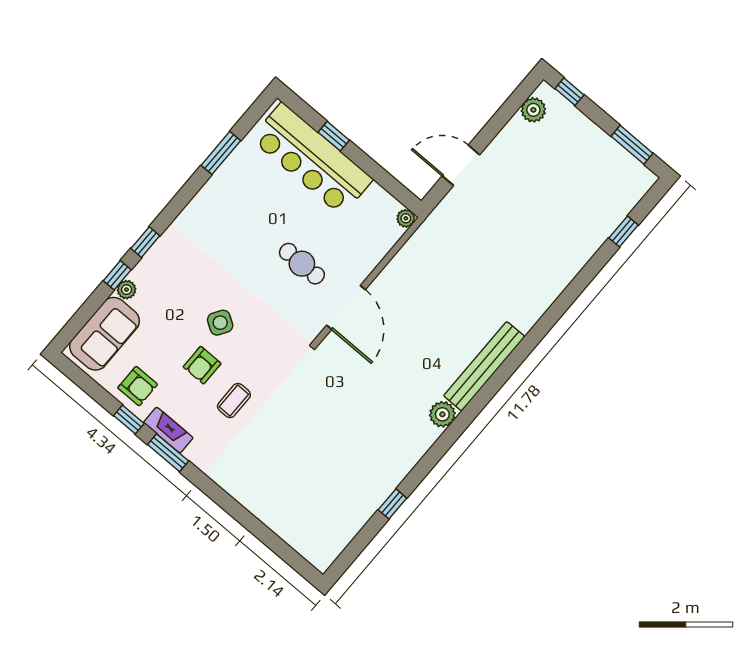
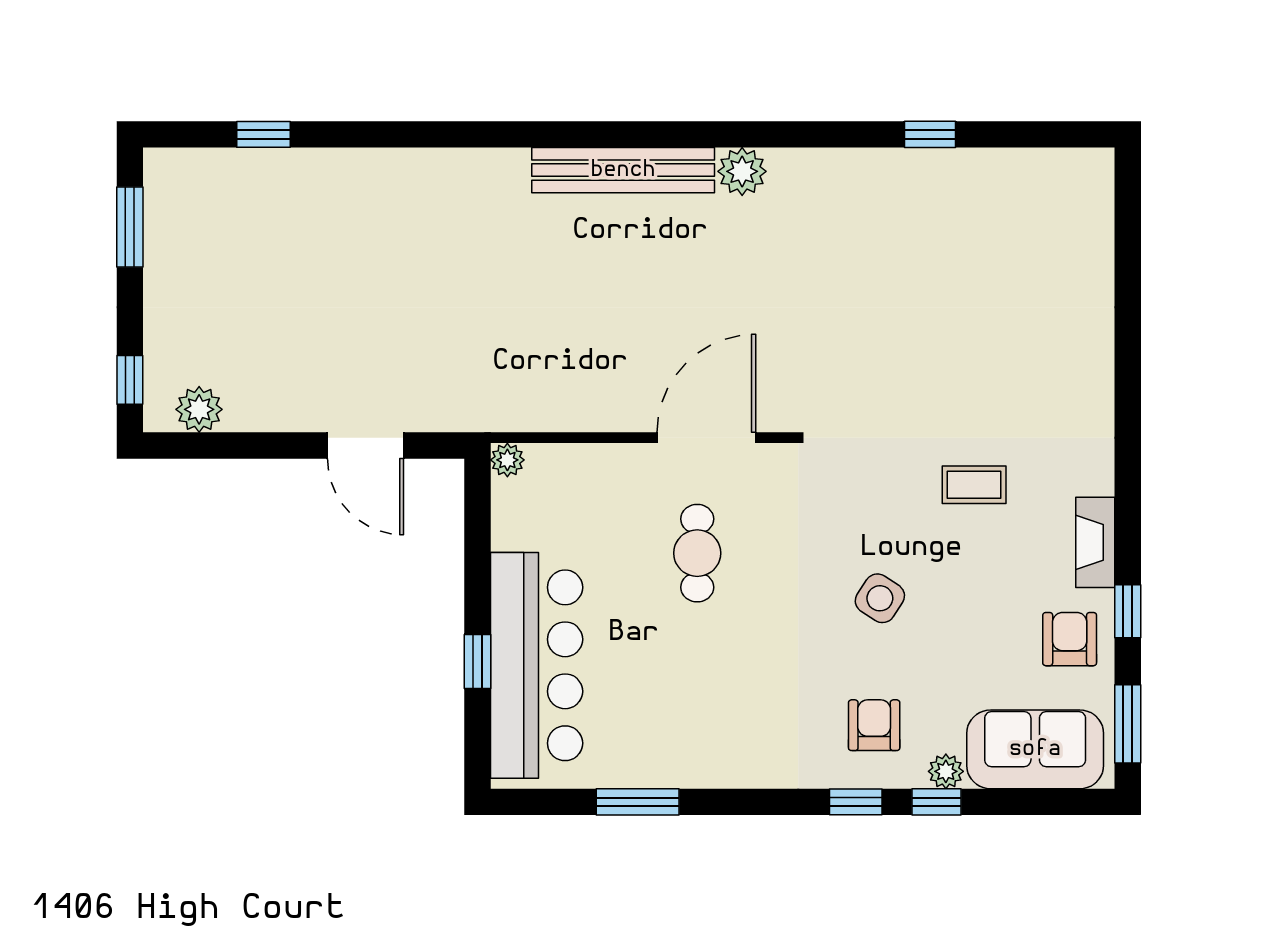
armchair: (202, 365) -> (874, 725), moved, turned -90
window: (168, 453) -> (1128, 724), moved

